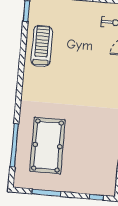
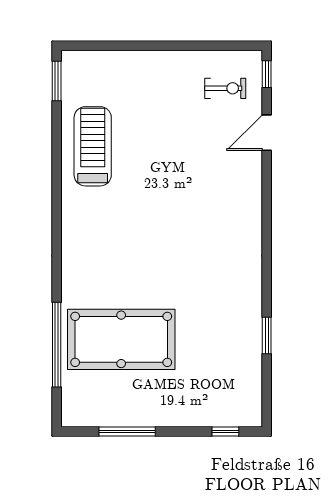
pool table: (47, 146) -> (121, 339), turned 90

